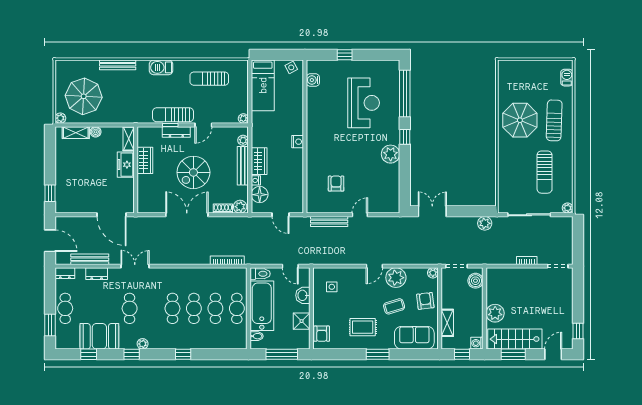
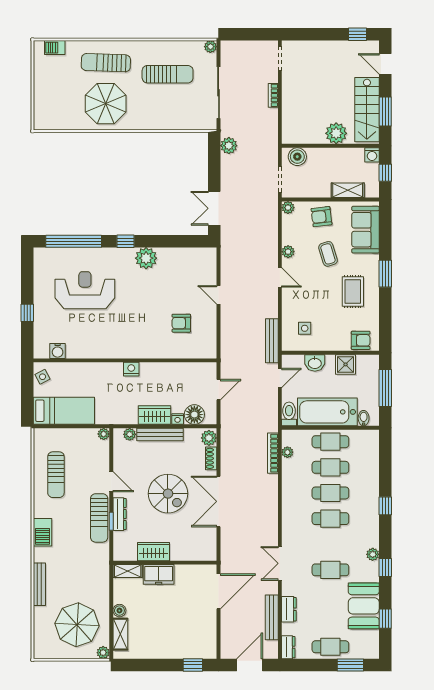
bench: (329, 222) -> (272, 341), moved
plant: (228, 272) -> (287, 452), added
plant: (396, 278) -> (288, 252), width x0.53, depth x0.53

